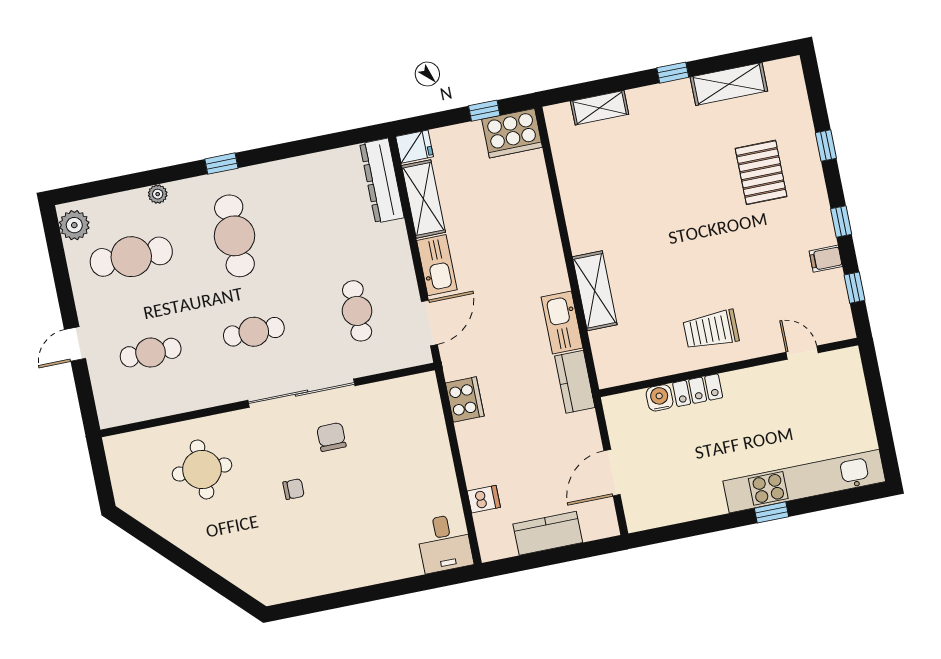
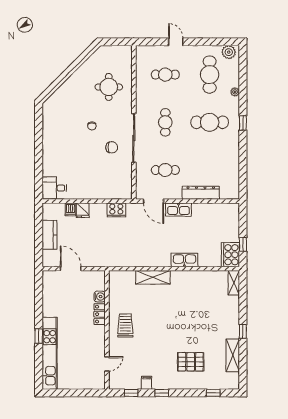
shelving: (600, 108) -> (234, 283), moved
window: (826, 146) -> (213, 393), moved
fridge: (415, 147) -> (83, 210), moved
dresser: (382, 181) -> (201, 193), moved
shelving: (424, 199) -> (209, 210), removed
kitchen sink: (562, 322) -> (184, 260), moved
cafe table: (151, 353) -> (165, 75), turned 90
kitchen counter: (575, 382) -> (114, 260), removed

